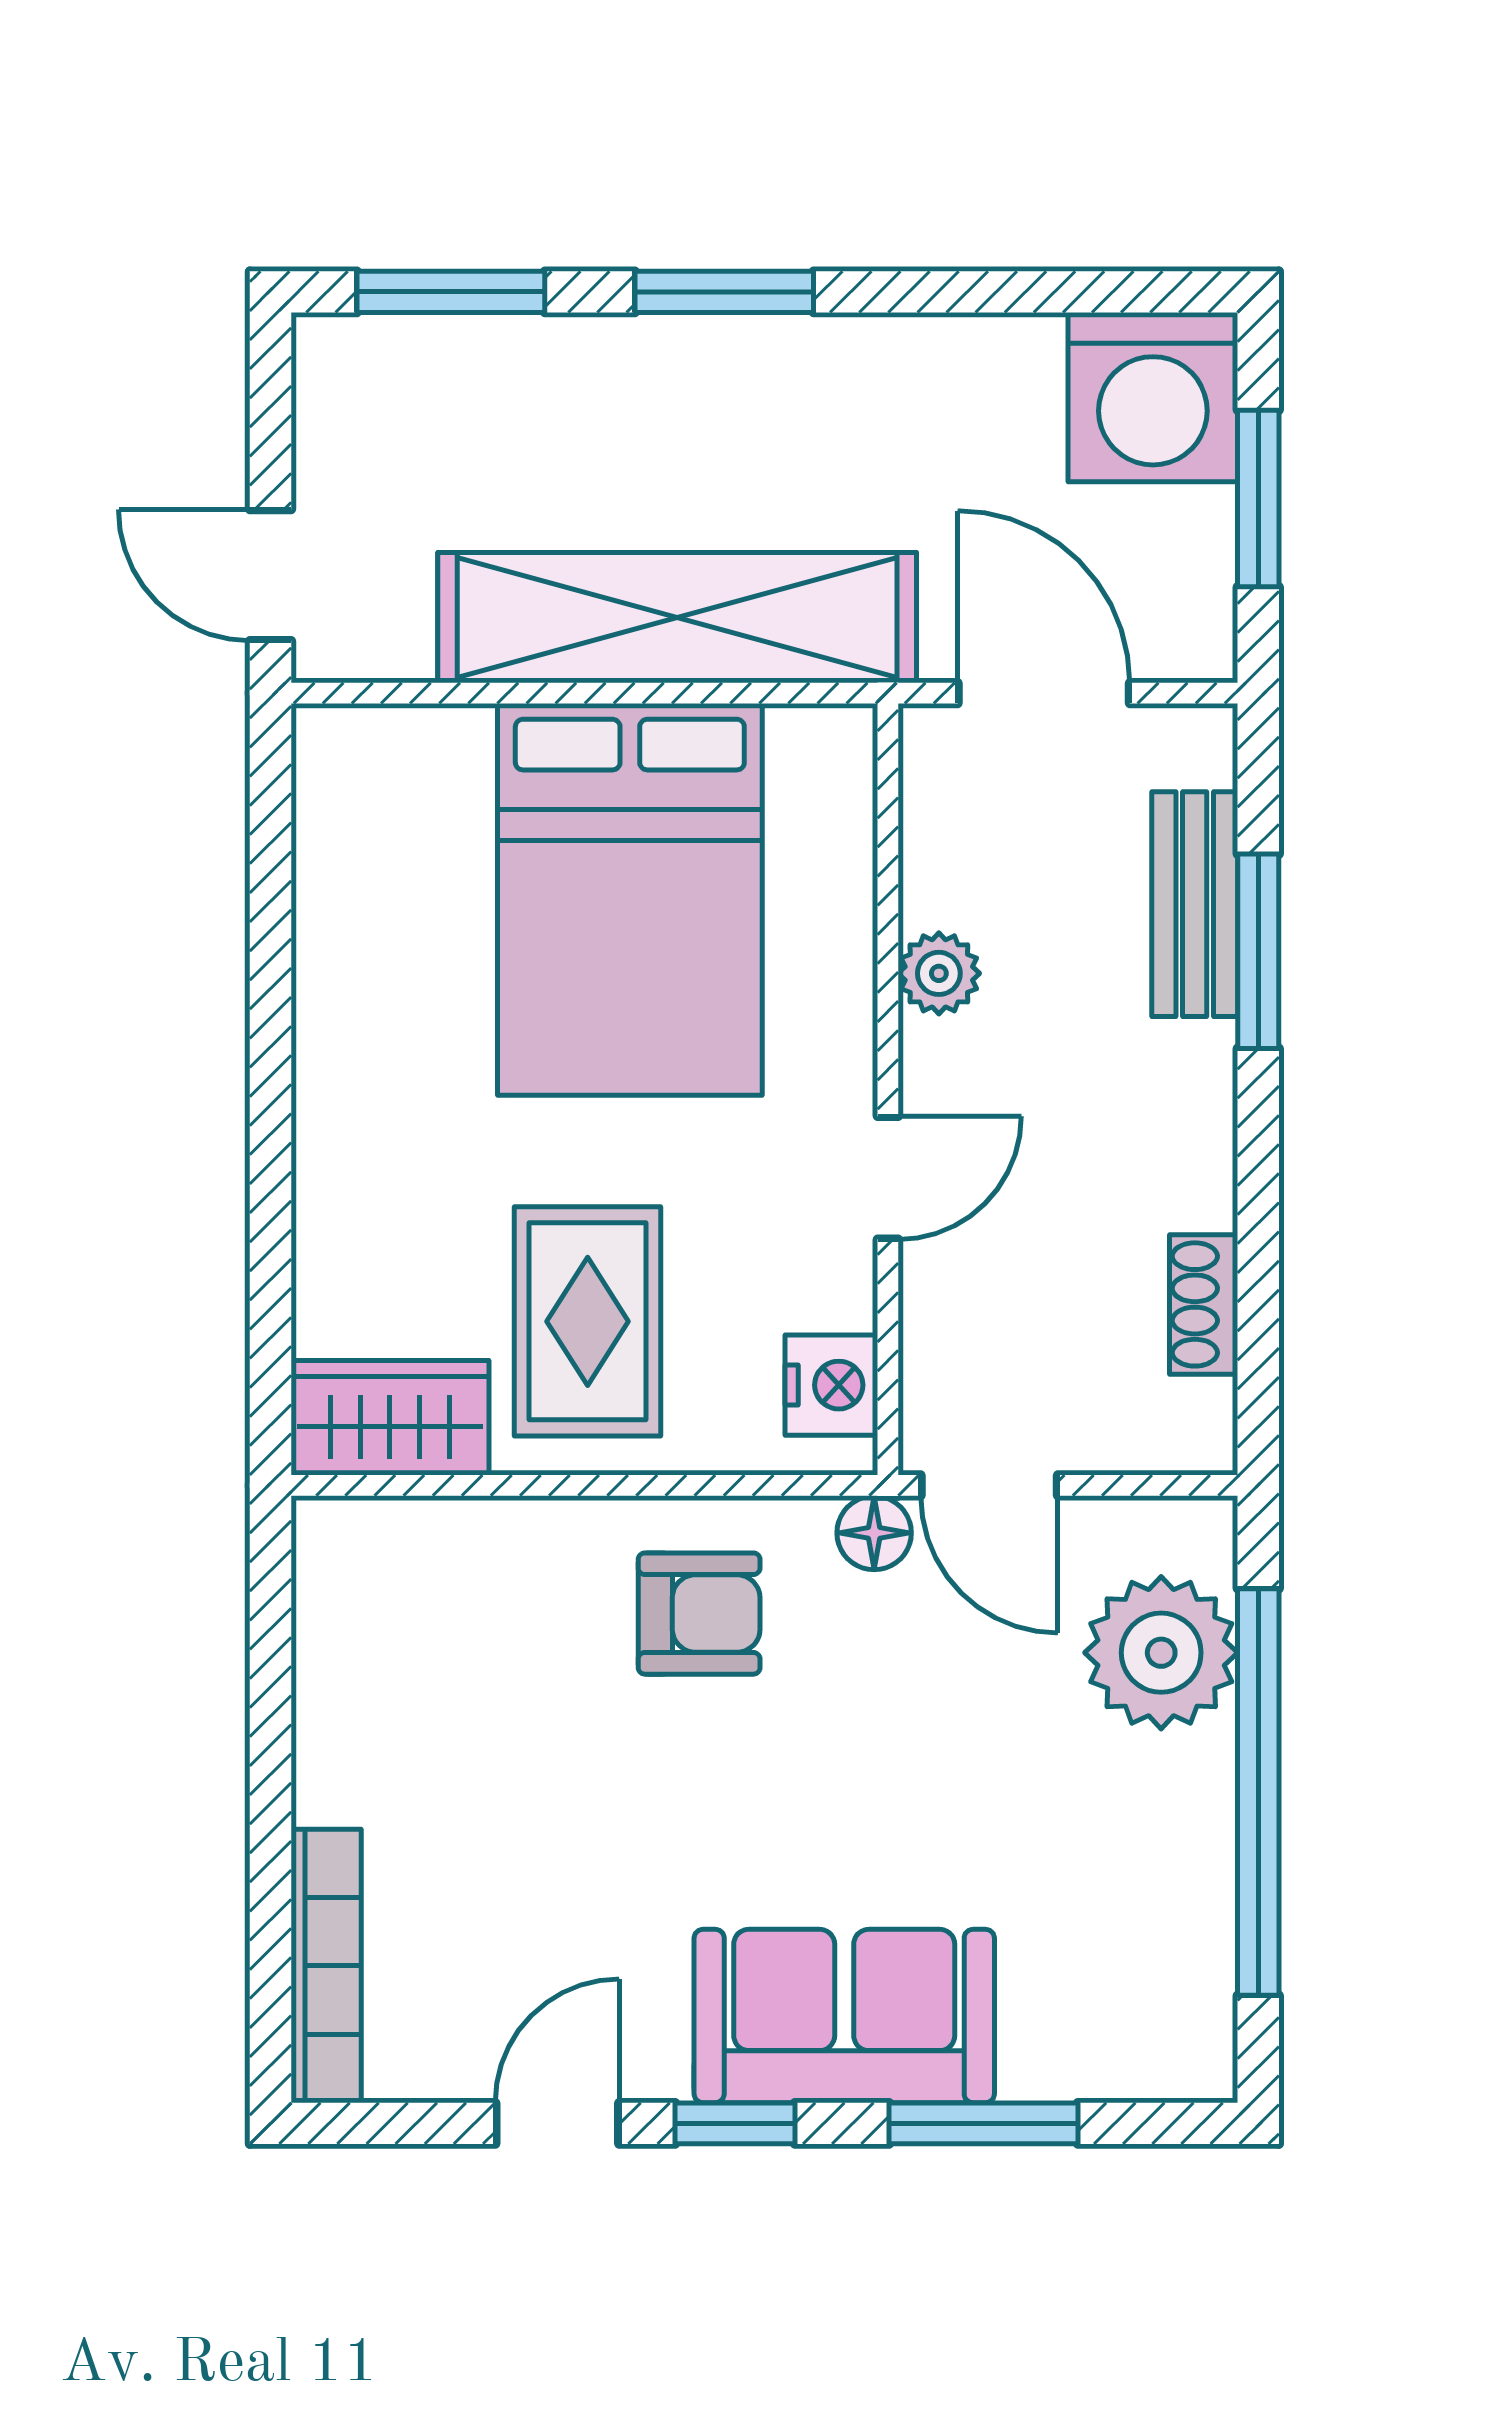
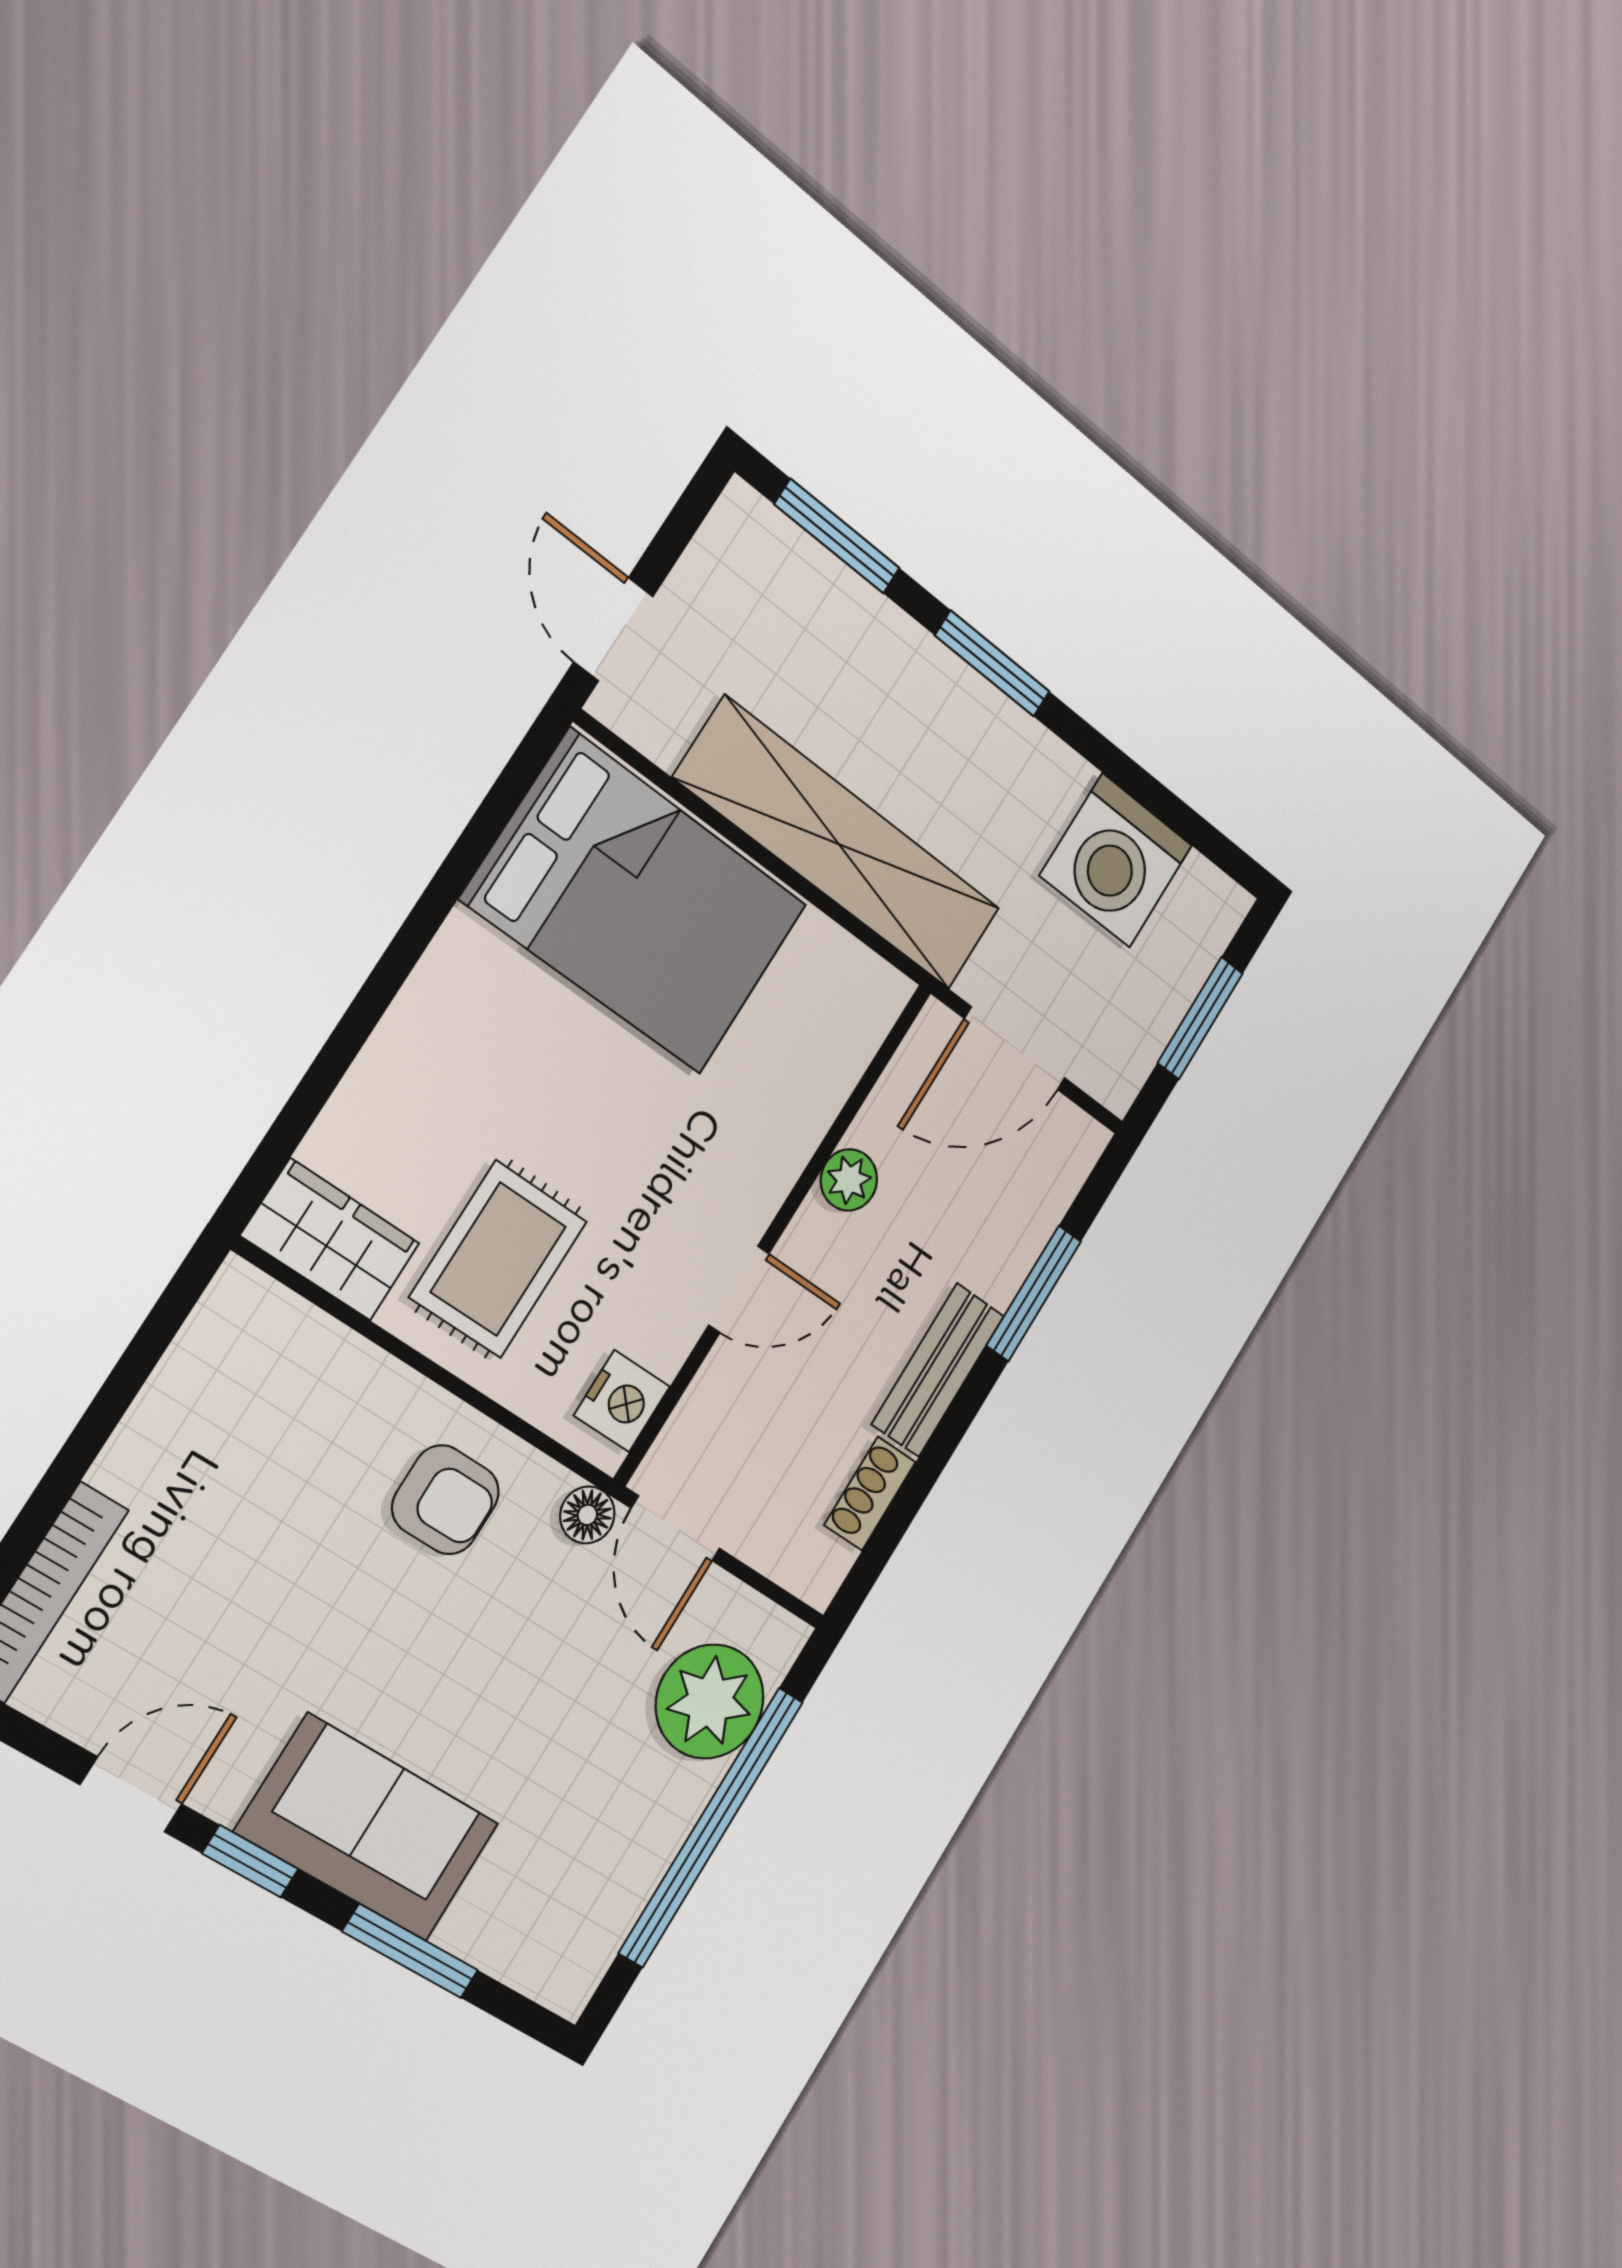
washing machine: (1153, 397) -> (1116, 860), moved
door: (1044, 693) -> (1015, 1048), swing flipped
bed: (630, 899) -> (636, 902), moved, turned -90
bench: (1195, 904) -> (938, 1370), moved

